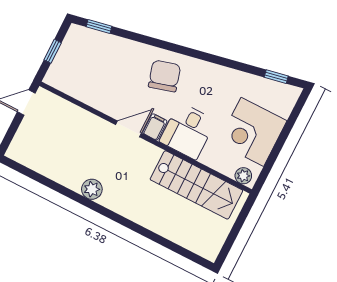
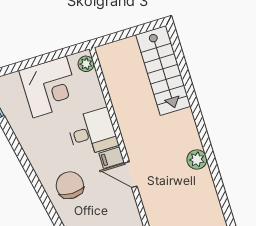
chair: (165, 76) -> (70, 185), turned 106
stairs: (196, 185) -> (163, 71), moved, turned 180

